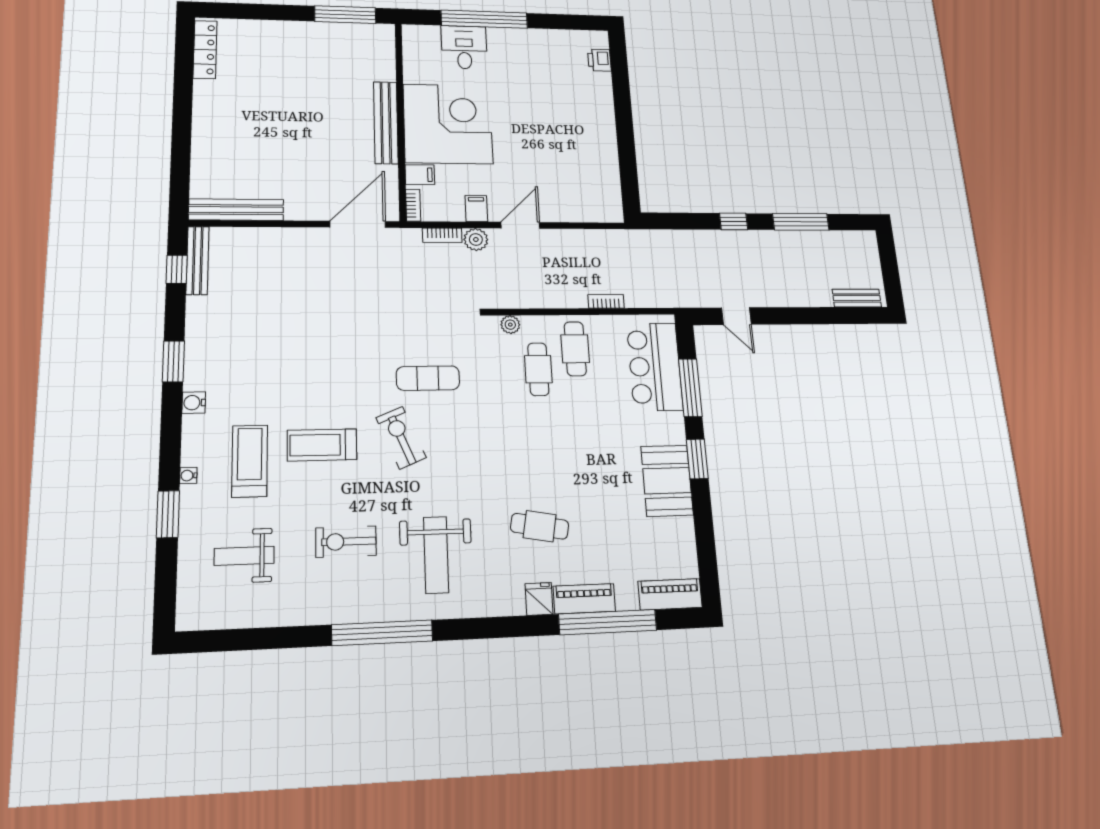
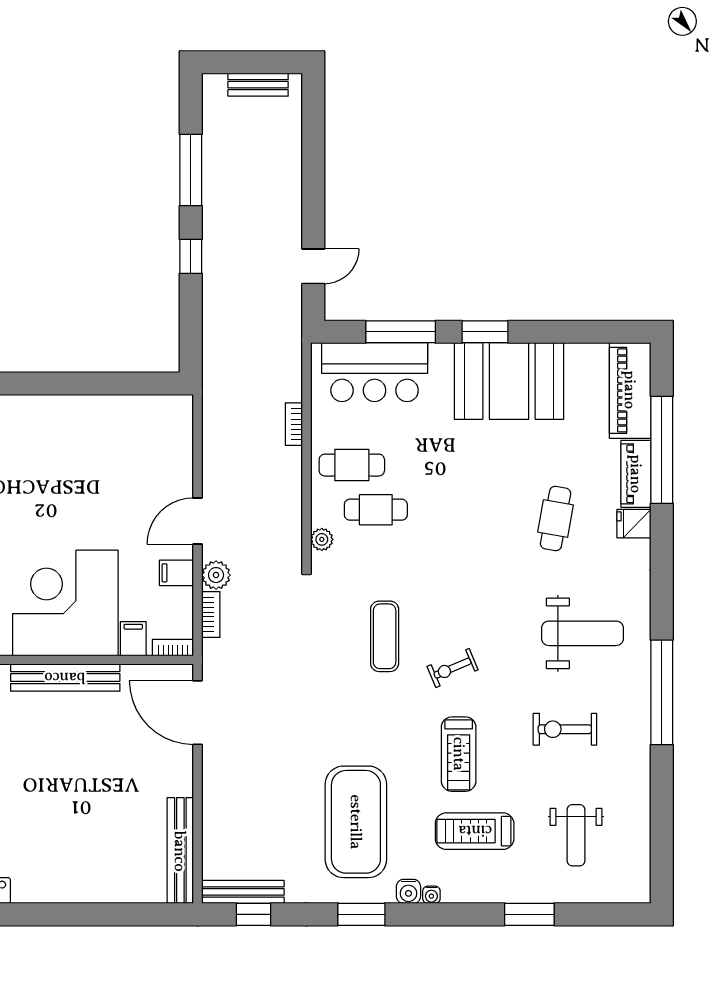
door: (520, 225) -> (198, 521), hinge flipped
bench: (857, 298) -> (258, 85), moved, turned 90
exercise mat: (260, 356) -> (356, 822), added
exercise bike: (401, 438) -> (452, 668), width x0.73, depth x0.72
water cooler: (188, 476) -> (431, 895), moved
booth: (667, 481) -> (509, 381), width x1.36, depth x1.42
exercise bike: (346, 542) -> (565, 729), turned 90
piano: (670, 594) -> (630, 390), width x1.37, depth x1.33

